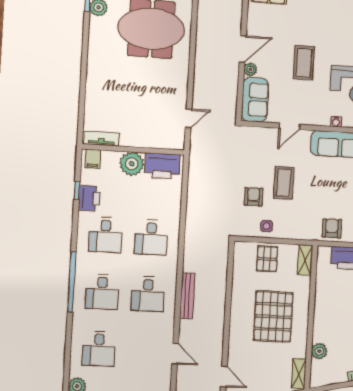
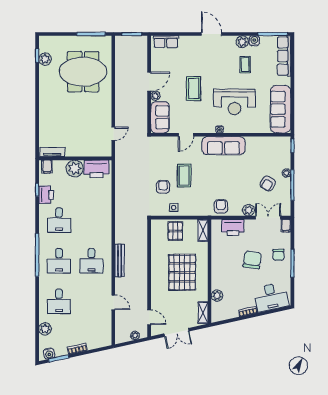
desk: (151, 237) -> (91, 220), removed

